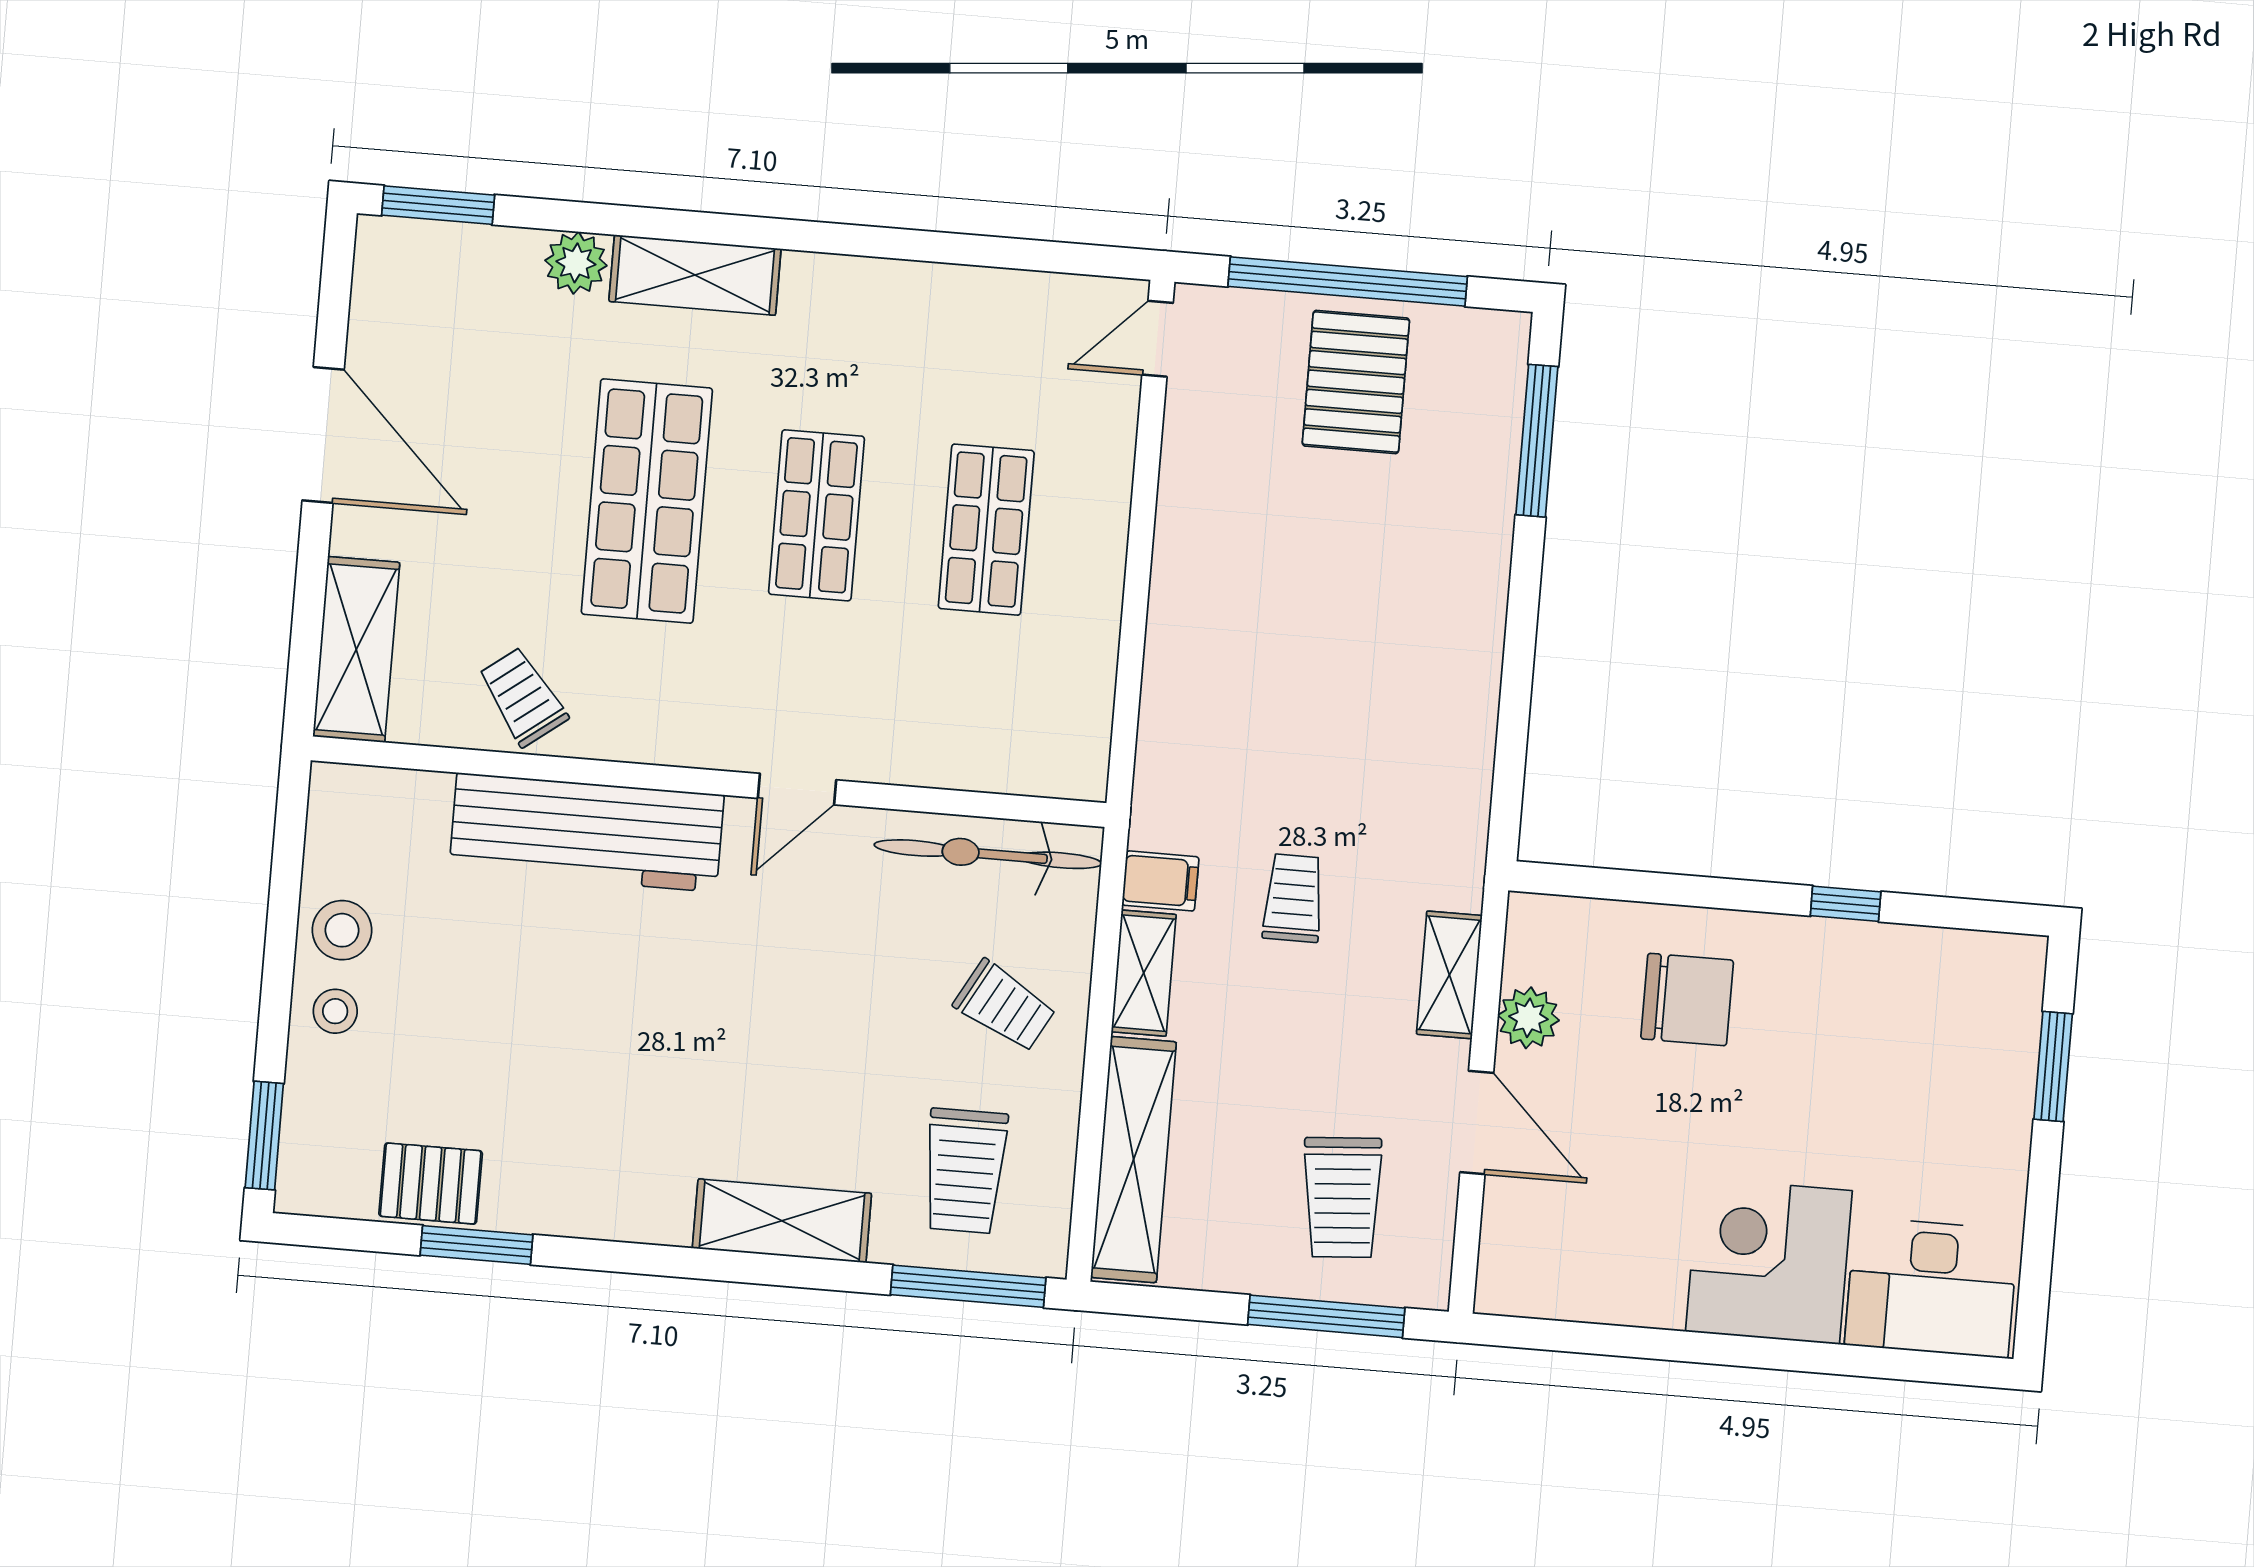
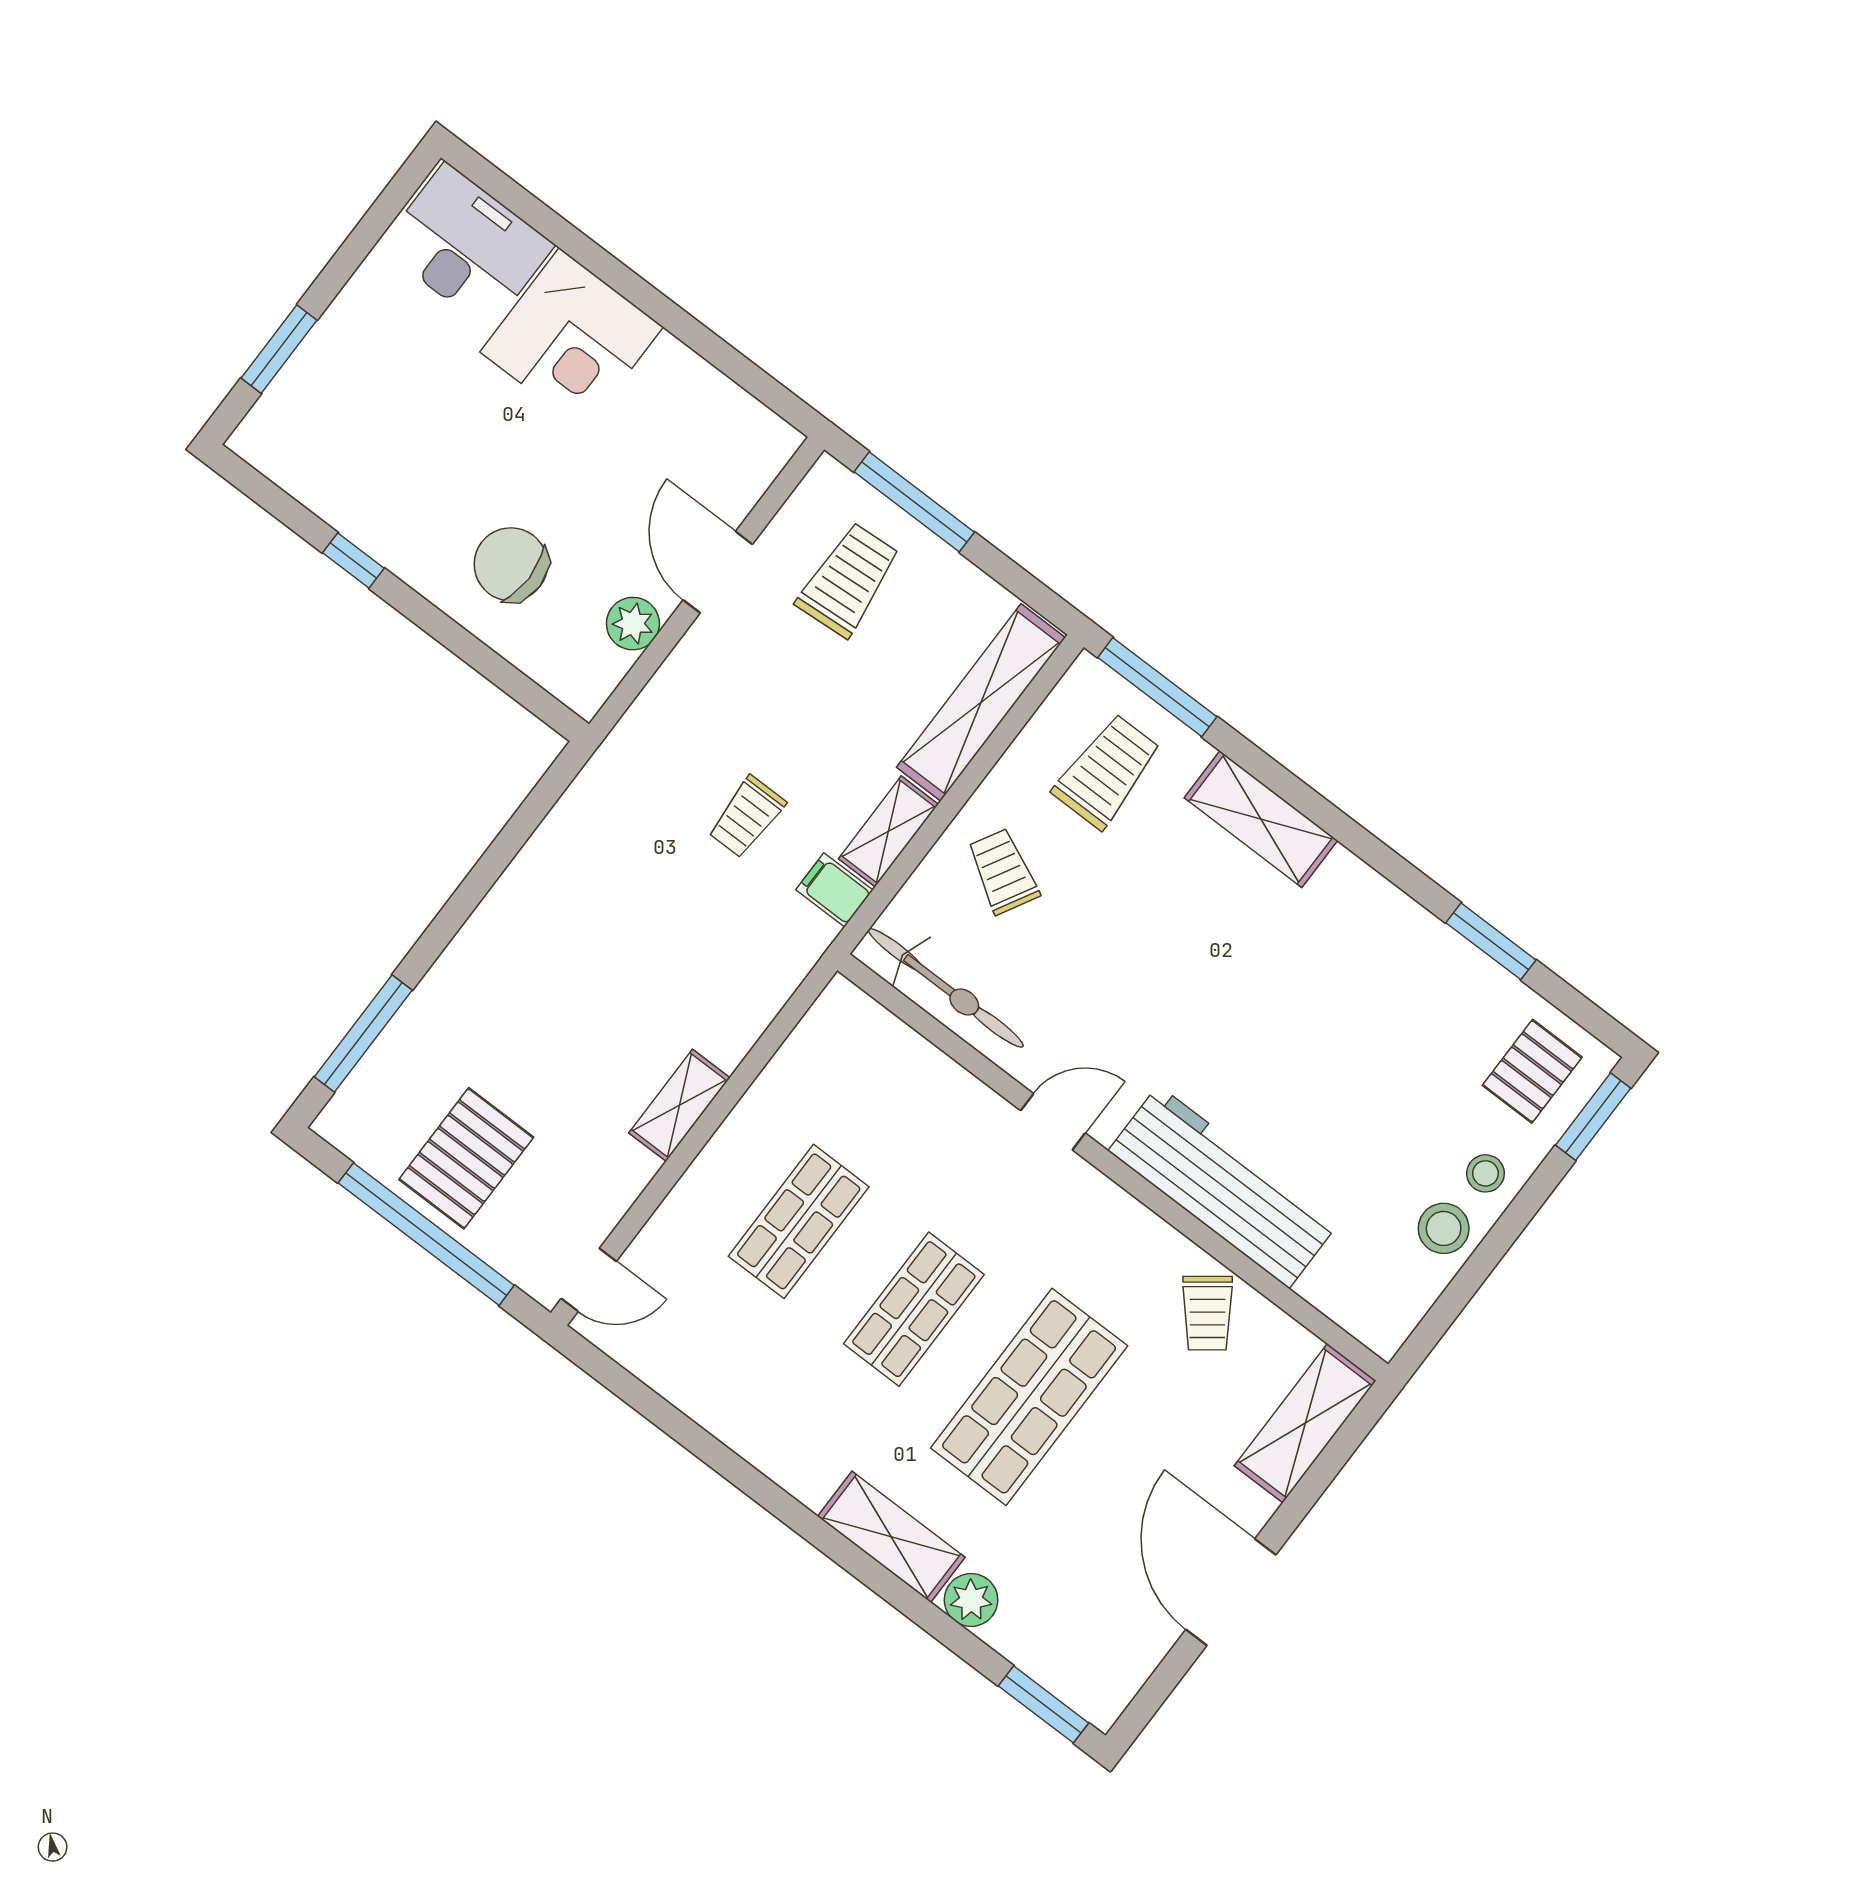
shelving: (1449, 975) -> (679, 1105), moved
pallet: (431, 1184) -> (1532, 1071), moved, turned 90

